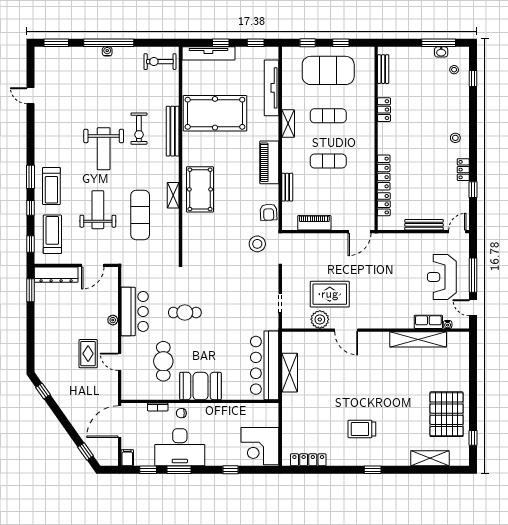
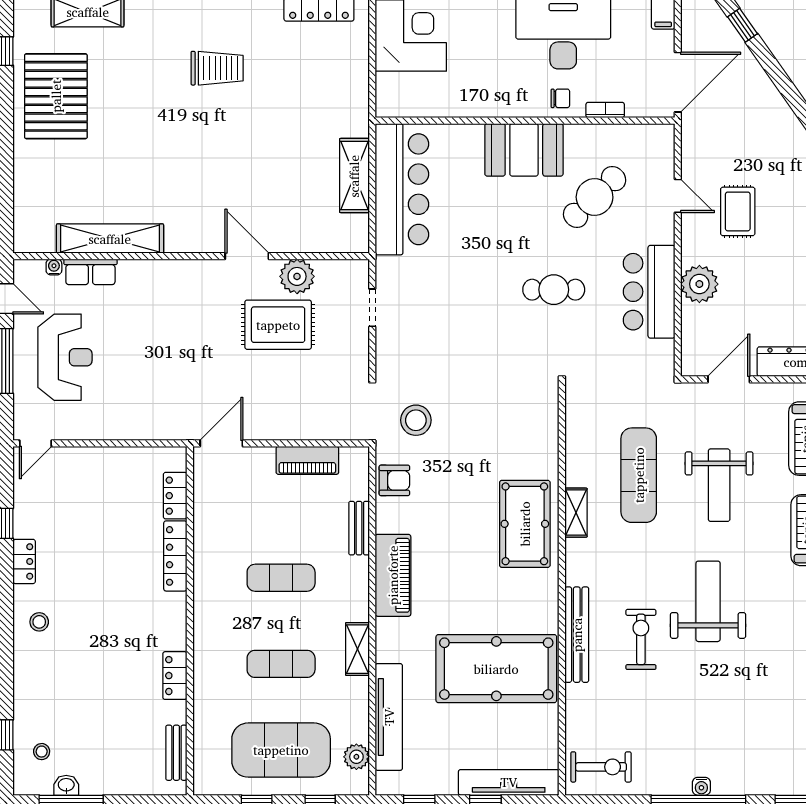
plant: (289, 67) -> (356, 757), added
armchair: (269, 212) -> (394, 480), turned 92
bench: (424, 225) -> (99, 457), removed
plant: (113, 320) -> (699, 284), width x1.88, depth x1.88
cafe table: (163, 361) -> (595, 197), turned 46

